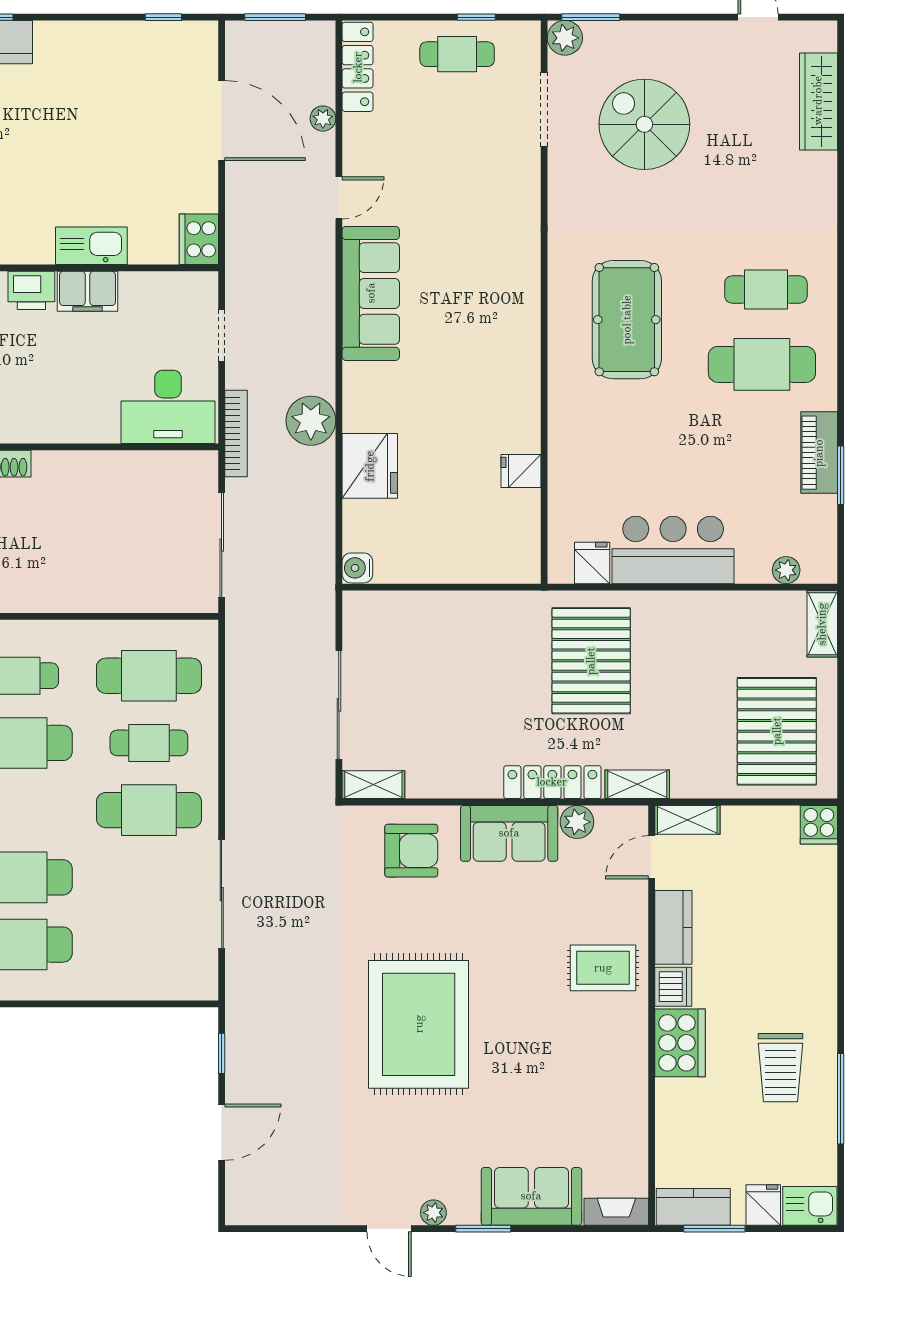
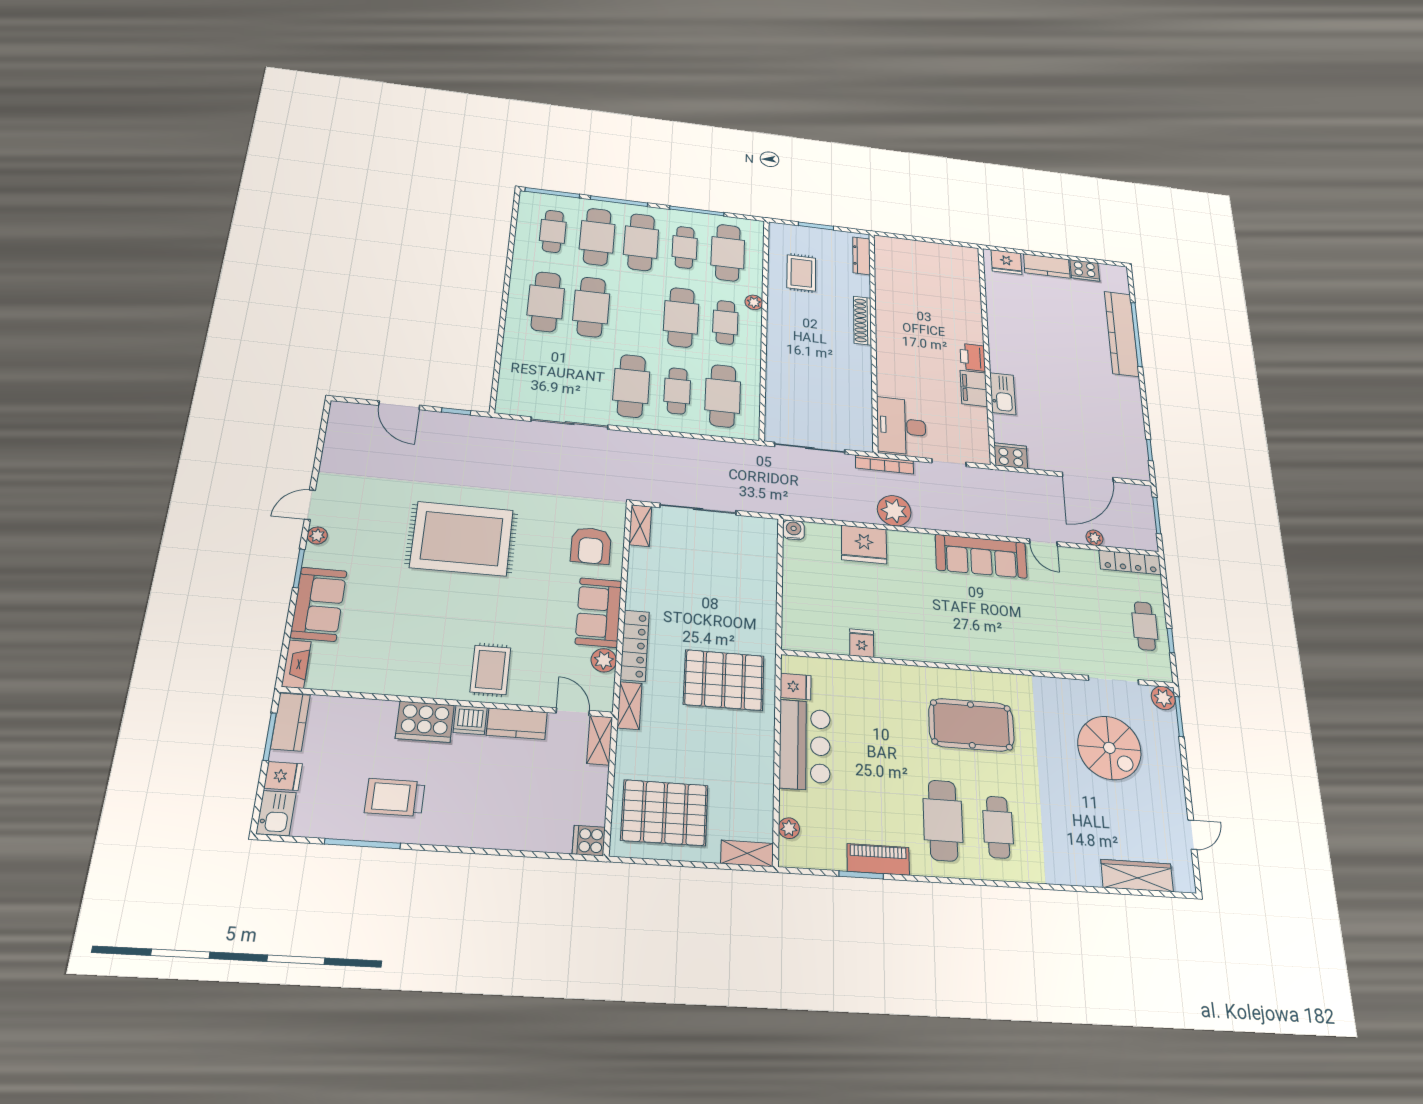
spiral stairs: (644, 124) -> (1109, 748), turned 90

